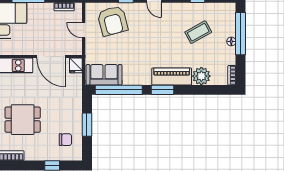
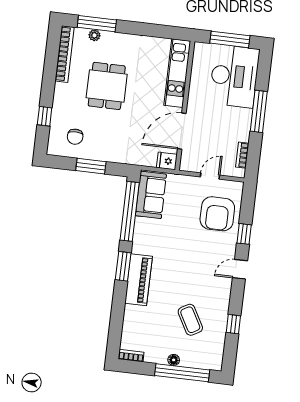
armchair: (113, 21) -> (217, 214), turned -75
plant: (201, 76) -> (135, 317), removed

